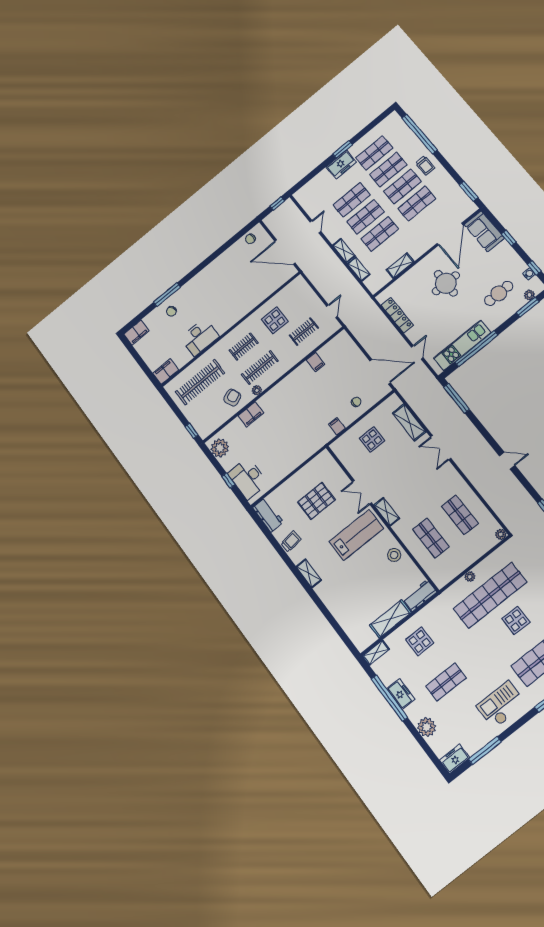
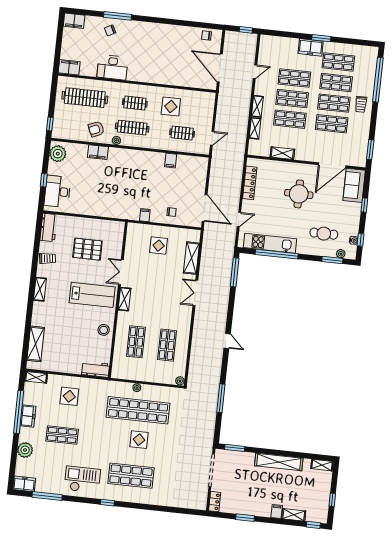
armchair: (232, 398) -> (96, 129), turned 180
shelving: (390, 619) -> (36, 344), moved, turned 90

